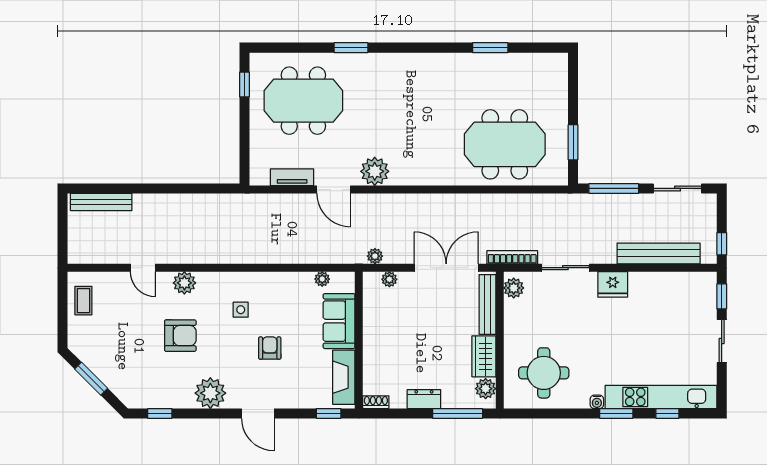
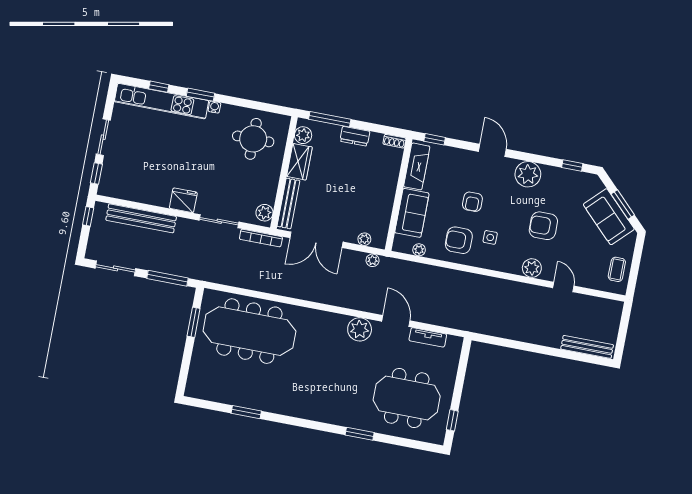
meeting table: (505, 144) -> (249, 331), width x1.36
armchair: (277, 299) -> (459, 240), added
sofa: (105, 361) -> (609, 217), added

